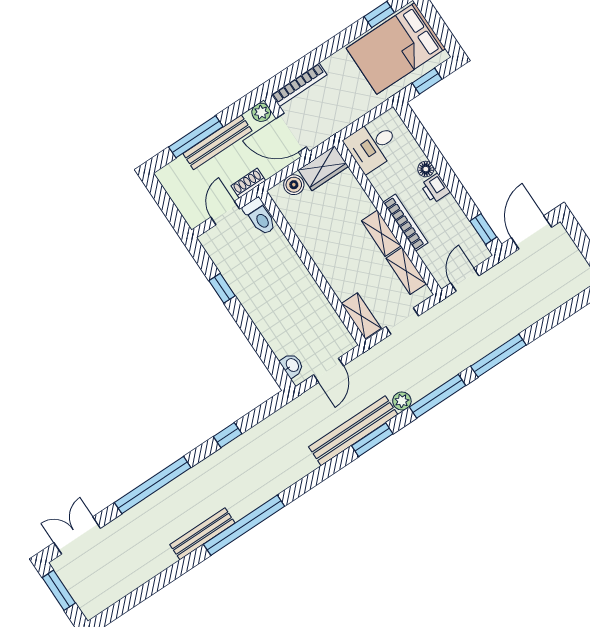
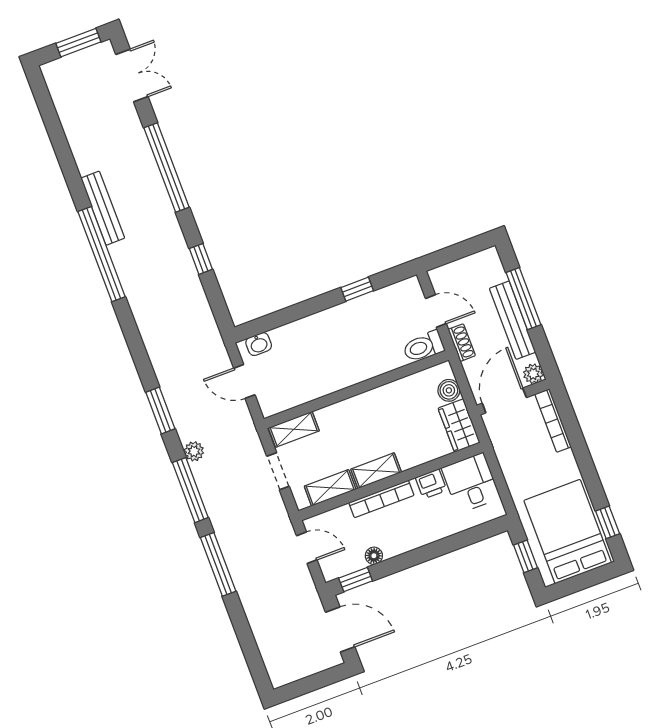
floor lamp: (426, 169) -> (374, 556), moved
printer: (435, 188) -> (431, 484), moved, turned 180
bench: (353, 431) -> (175, 393), removed

